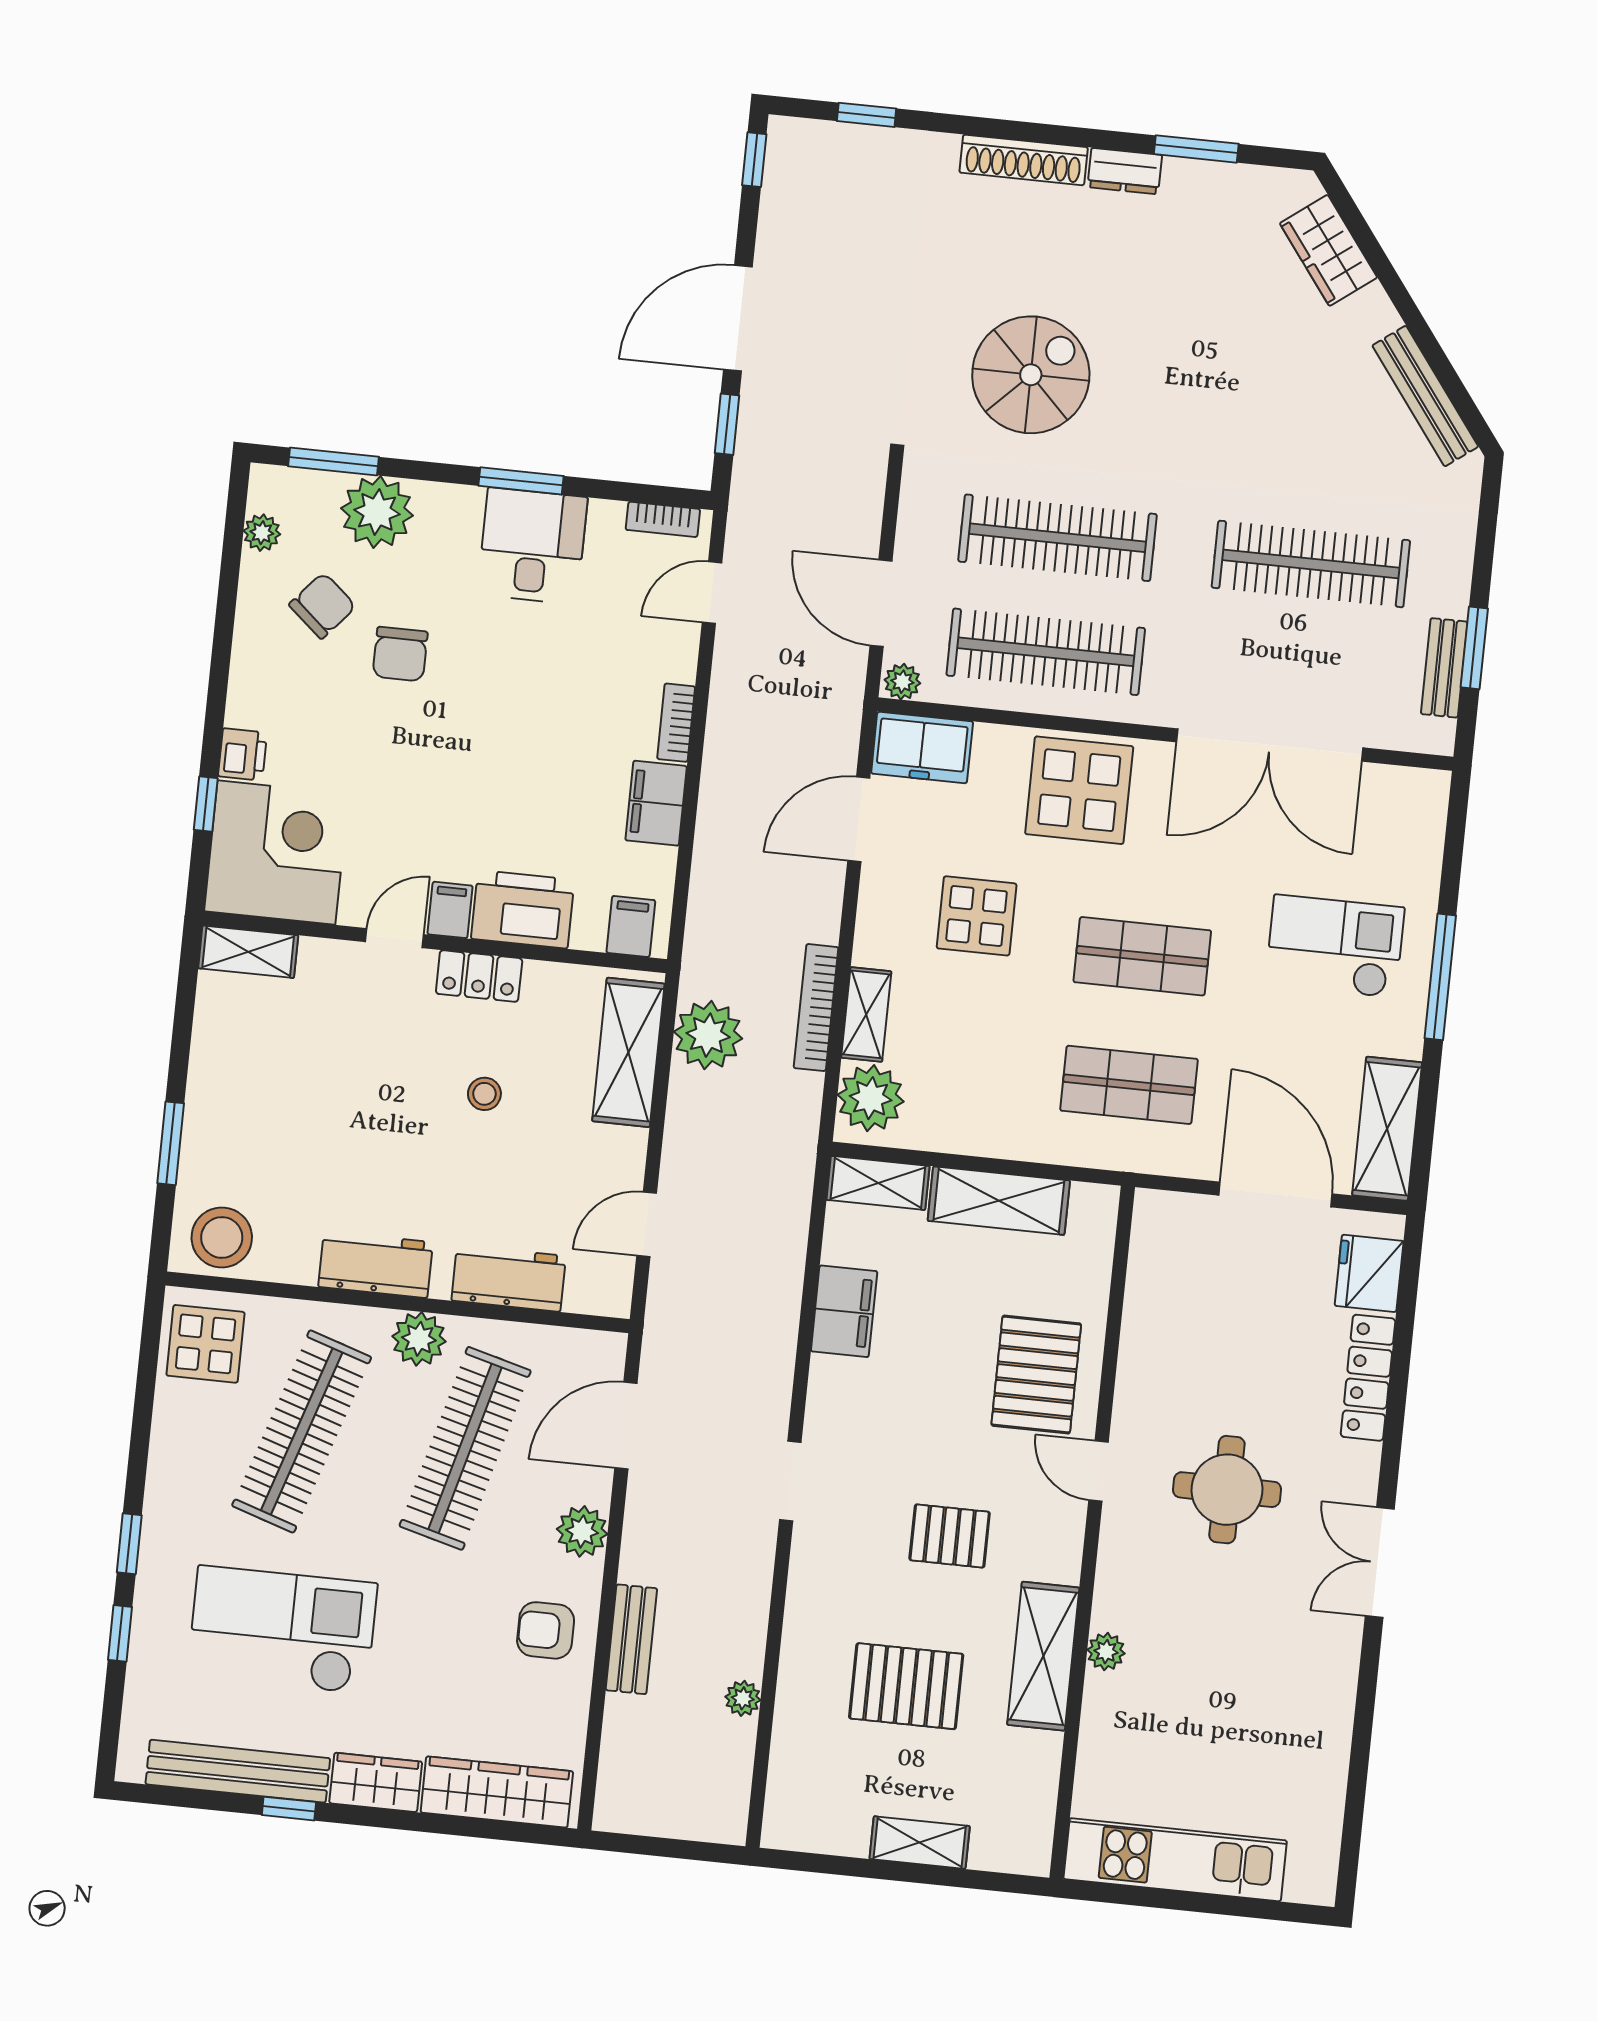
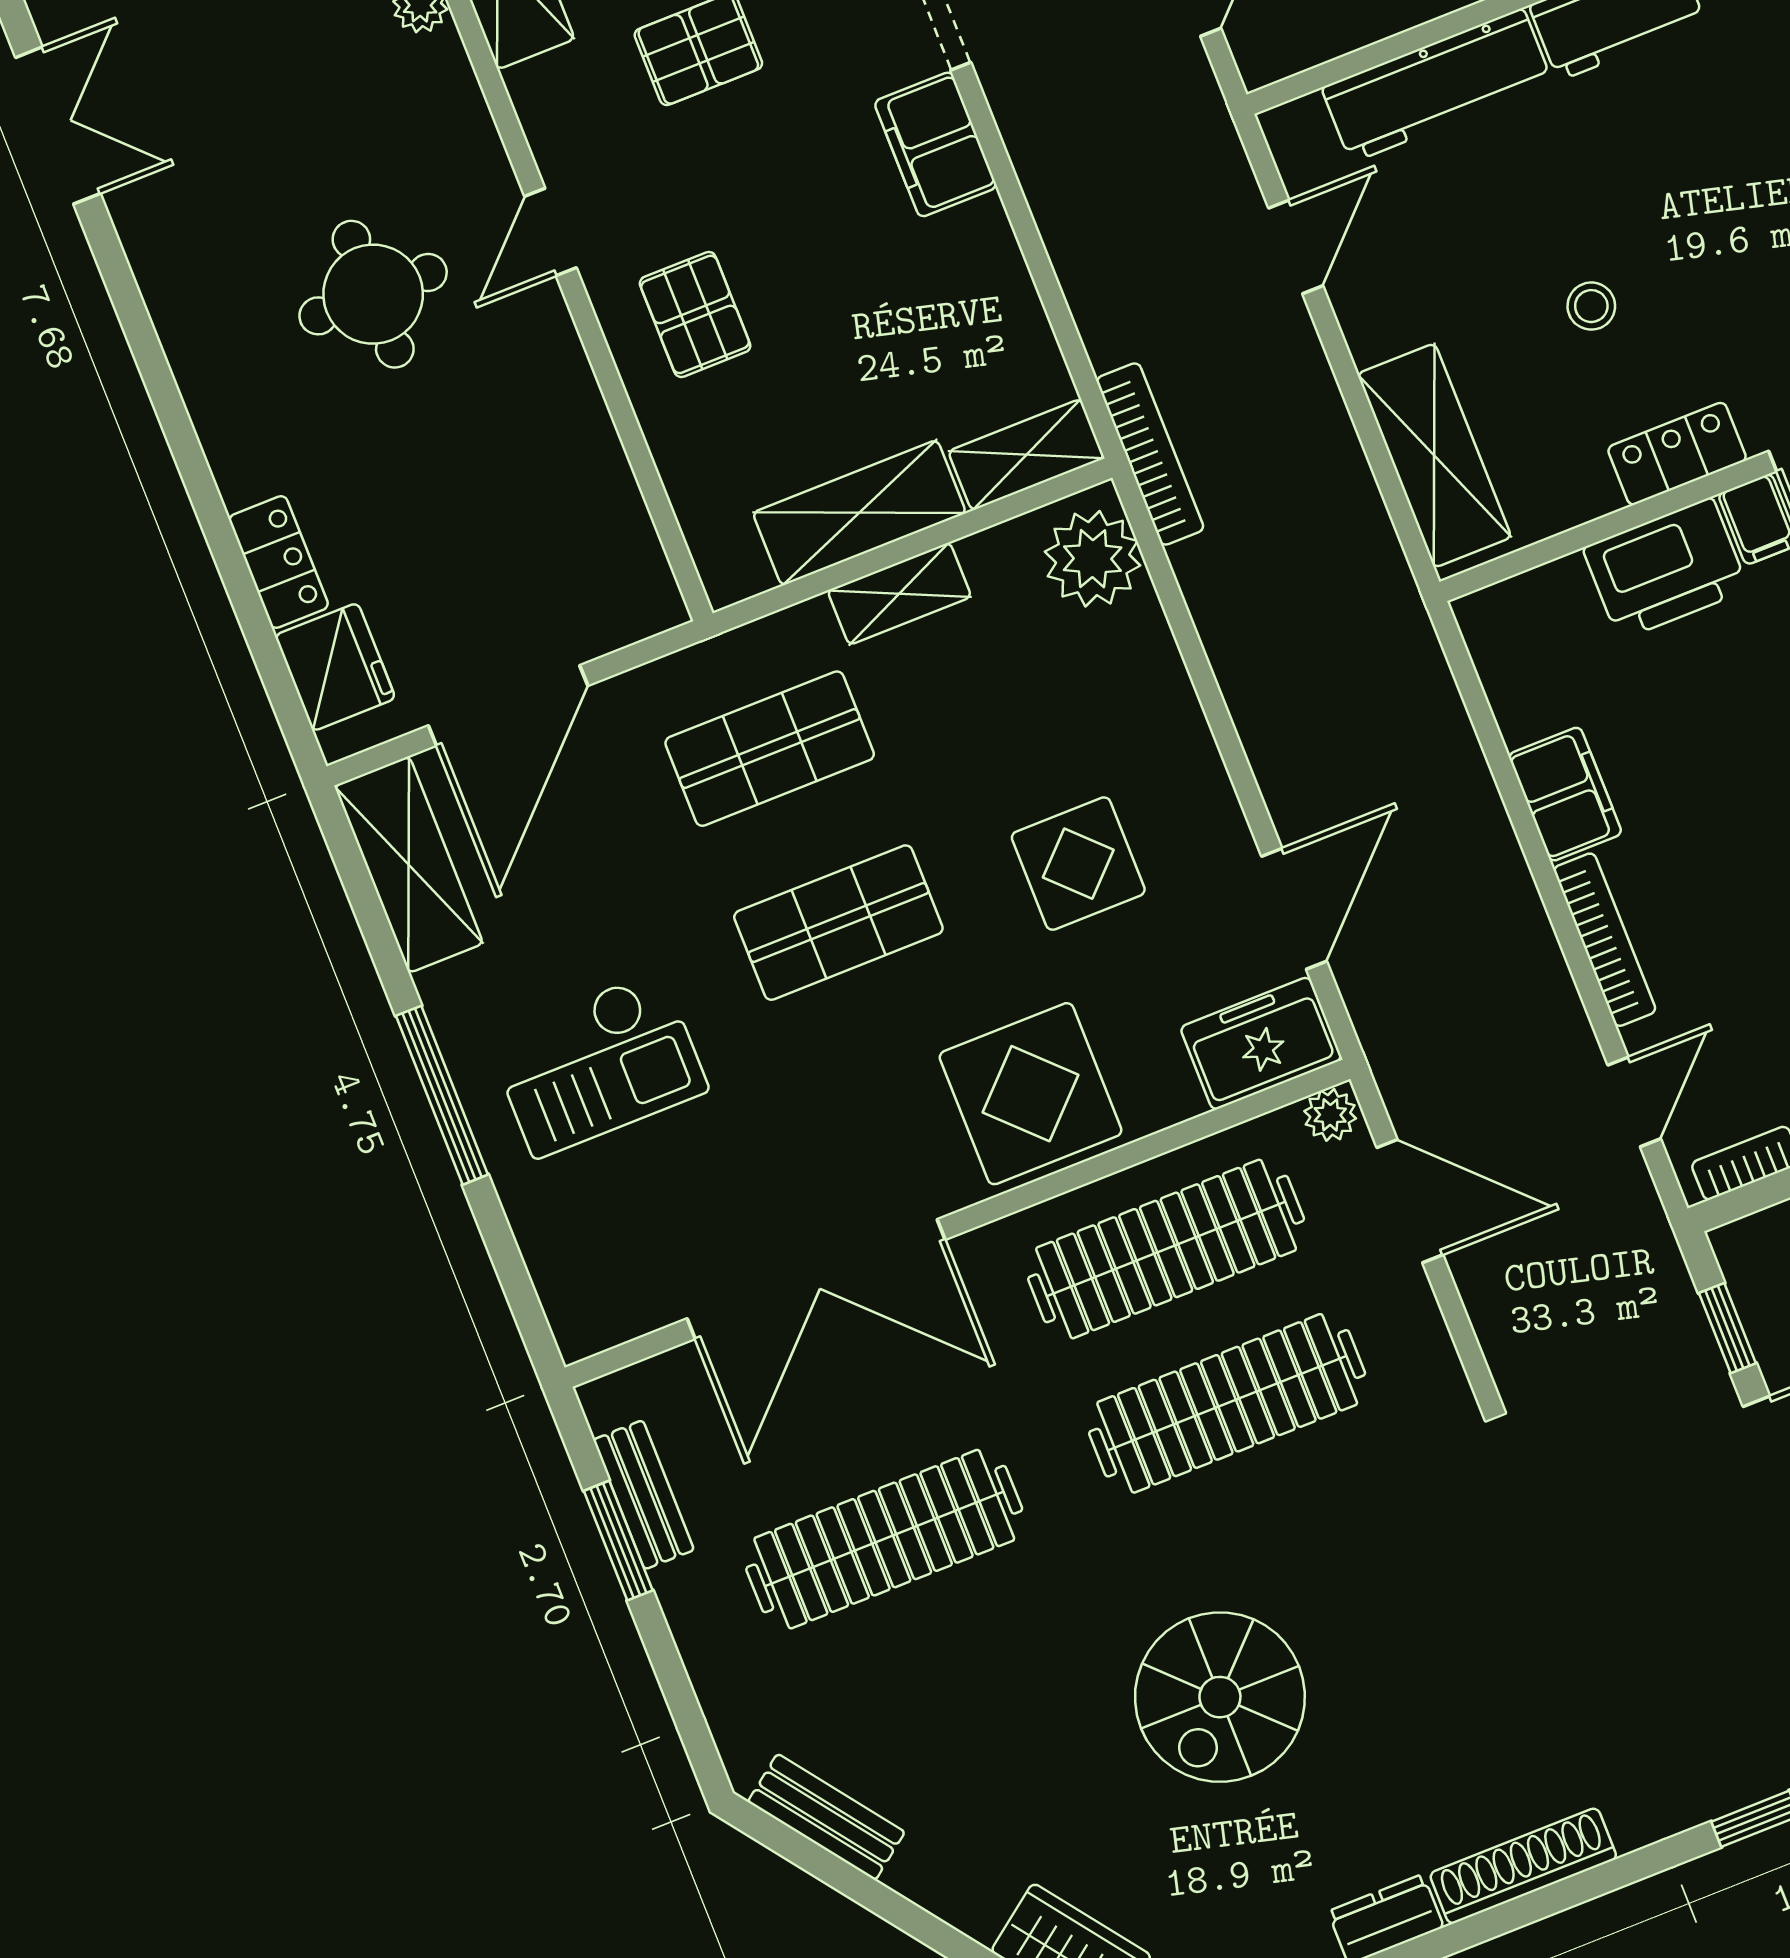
spiral stairs: (1031, 375) -> (1220, 1697), moved
bench: (1425, 396) -> (826, 1817), width x0.73
bookcase: (676, 723) -> (1605, 940), width x1.56
double door: (1270, 745) -> (816, 1279), swing flipped
filing cabinet: (631, 926) -> (1515, 619), removed
bookcase: (816, 1008) -> (1150, 454), moved
shelving: (866, 1014) -> (899, 594), moved, turned 90
plant: (708, 1035) -> (1343, 531), removed
door: (1275, 1195) -> (508, 706), hinge flipped
workbench: (509, 1278) -> (1437, 85), width x1.38
filing cabinet: (844, 1311) -> (936, 144), moved
pallet: (1036, 1375) -> (695, 314), width x0.67, depth x0.71
locker: (1368, 1378) -> (279, 562), width x0.66
door: (1099, 1471) -> (550, 232), swing flipped
double door: (1380, 1562) -> (58, 125), moved

